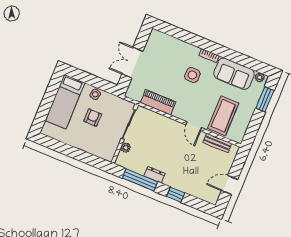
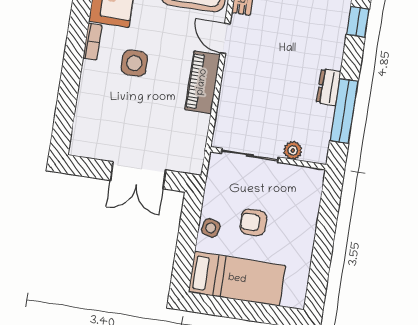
piano: (158, 102) -> (202, 82), moved
door: (194, 126) -> (225, 38), swing flipped
window: (176, 195) -> (358, 22), moved

